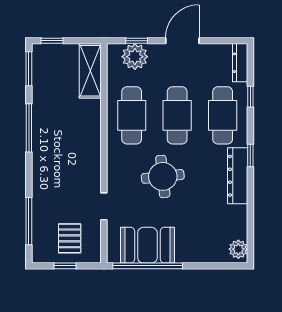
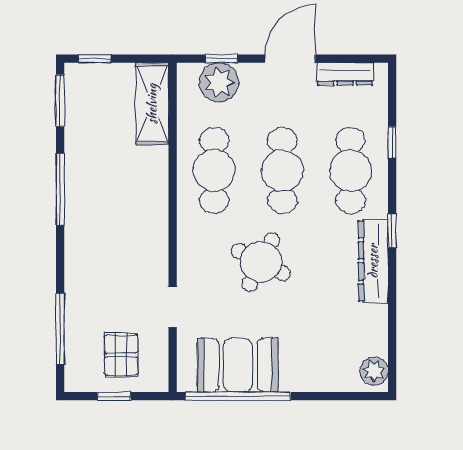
dresser: (240, 63) -> (345, 74), moved, turned -90
round table: (163, 176) -> (261, 262), turned 33

